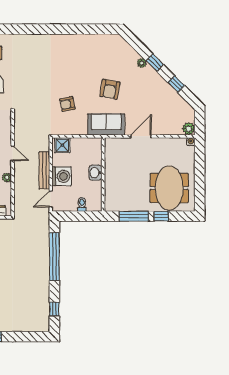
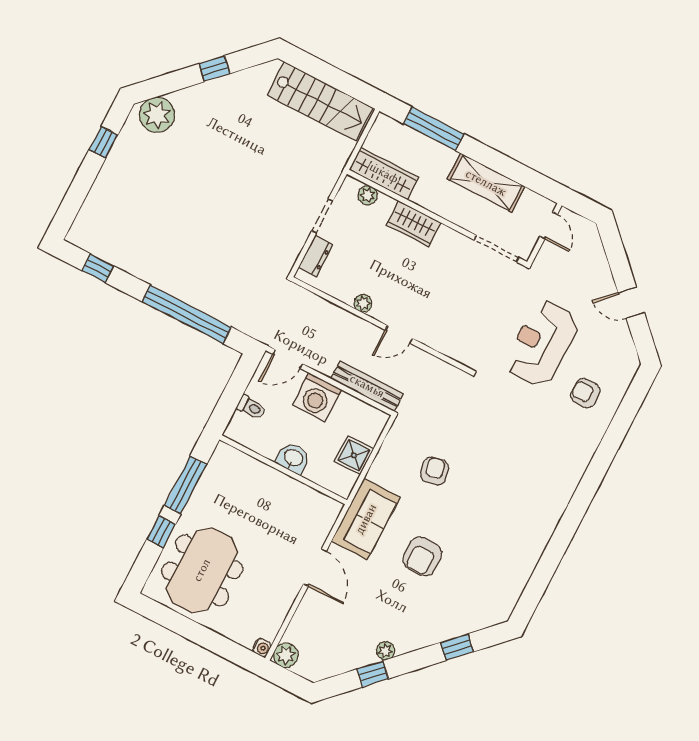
plant: (142, 63) -> (386, 651), moved
window: (155, 63) -> (457, 647), moved
armchair: (110, 89) -> (422, 556), turned -100
shower: (62, 145) -> (354, 455), moved
bench: (44, 170) -> (367, 386), moved
meeting table: (169, 188) -> (202, 570), turned 90
door: (51, 199) -> (288, 359), swing flipped

